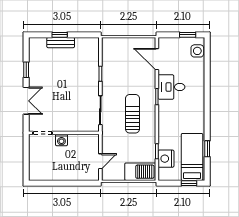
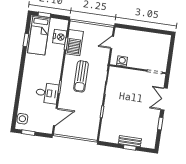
door: (157, 59) -> (55, 117), hinge flipped
washing machine: (61, 140) -> (122, 61), moved
barbecue: (140, 172) -> (74, 43), moved, turned -90

